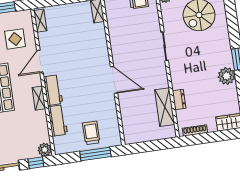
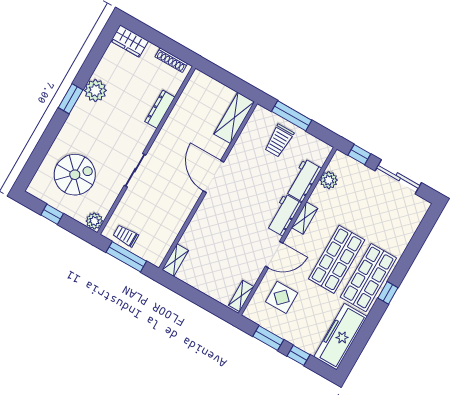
dresser: (179, 99) -> (160, 109), width x1.44
shelving: (165, 107) -> (234, 118), moved
plant: (45, 150) -> (329, 180), moved

